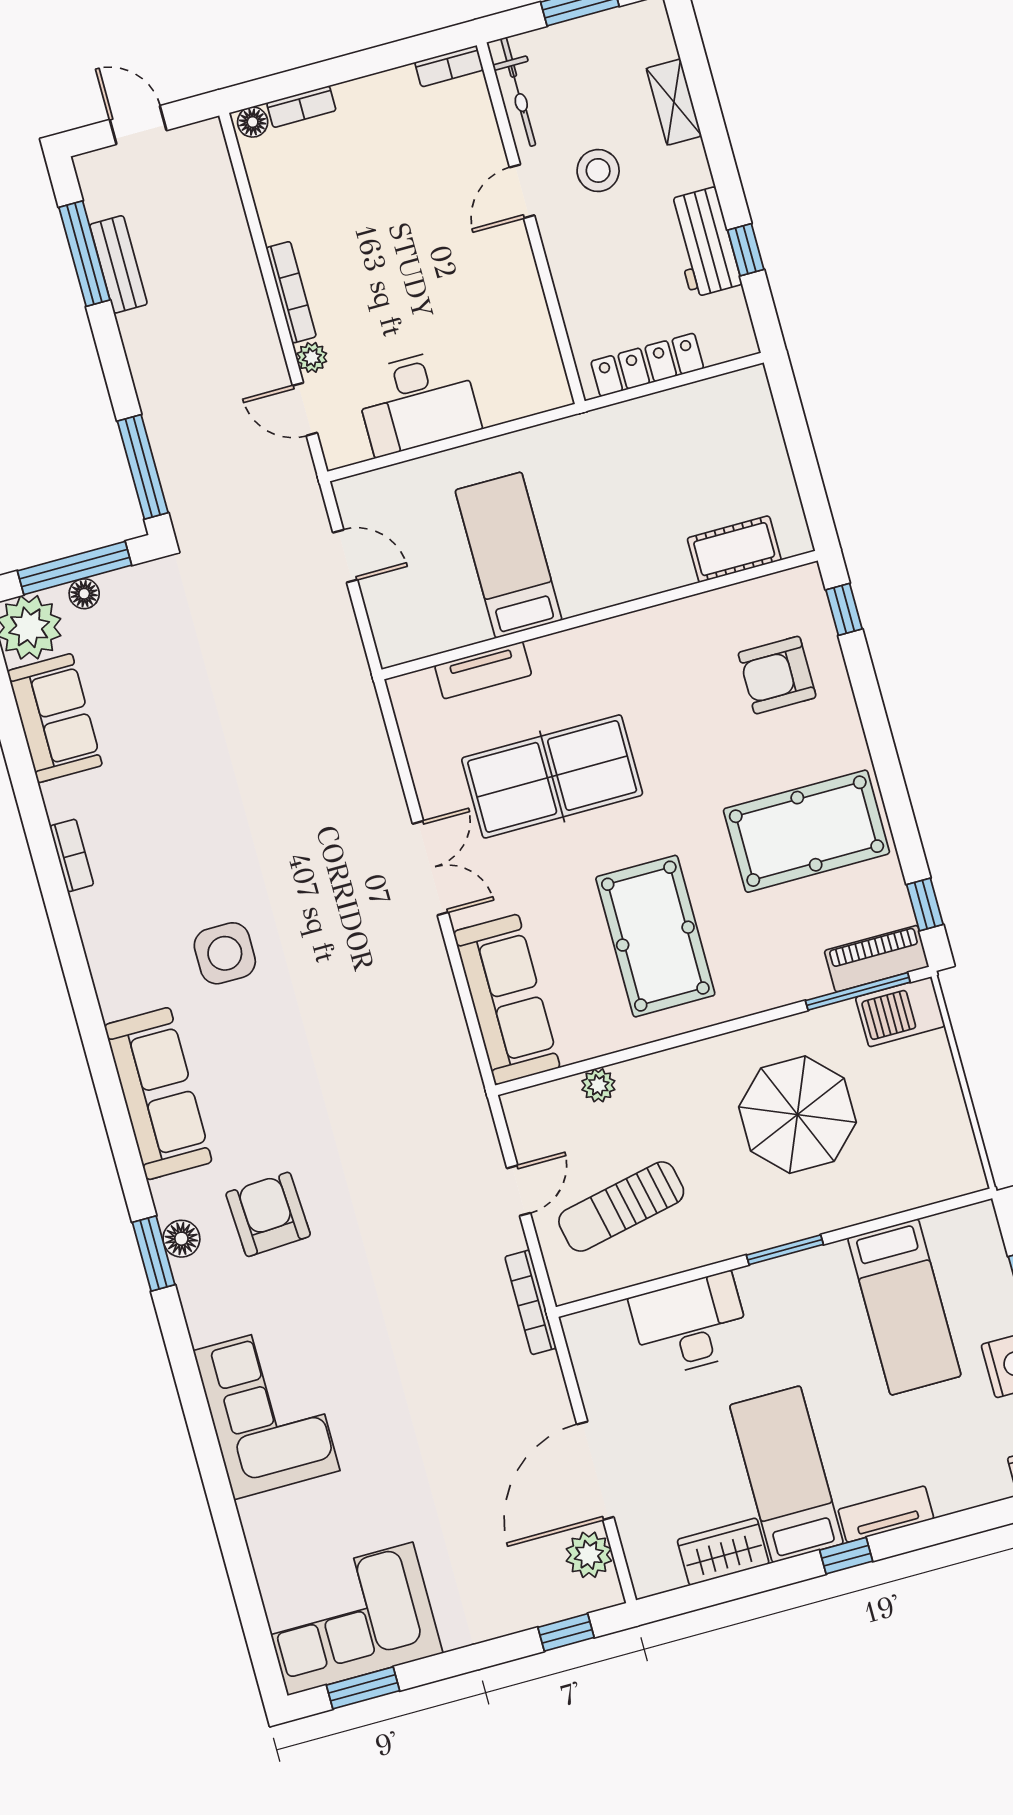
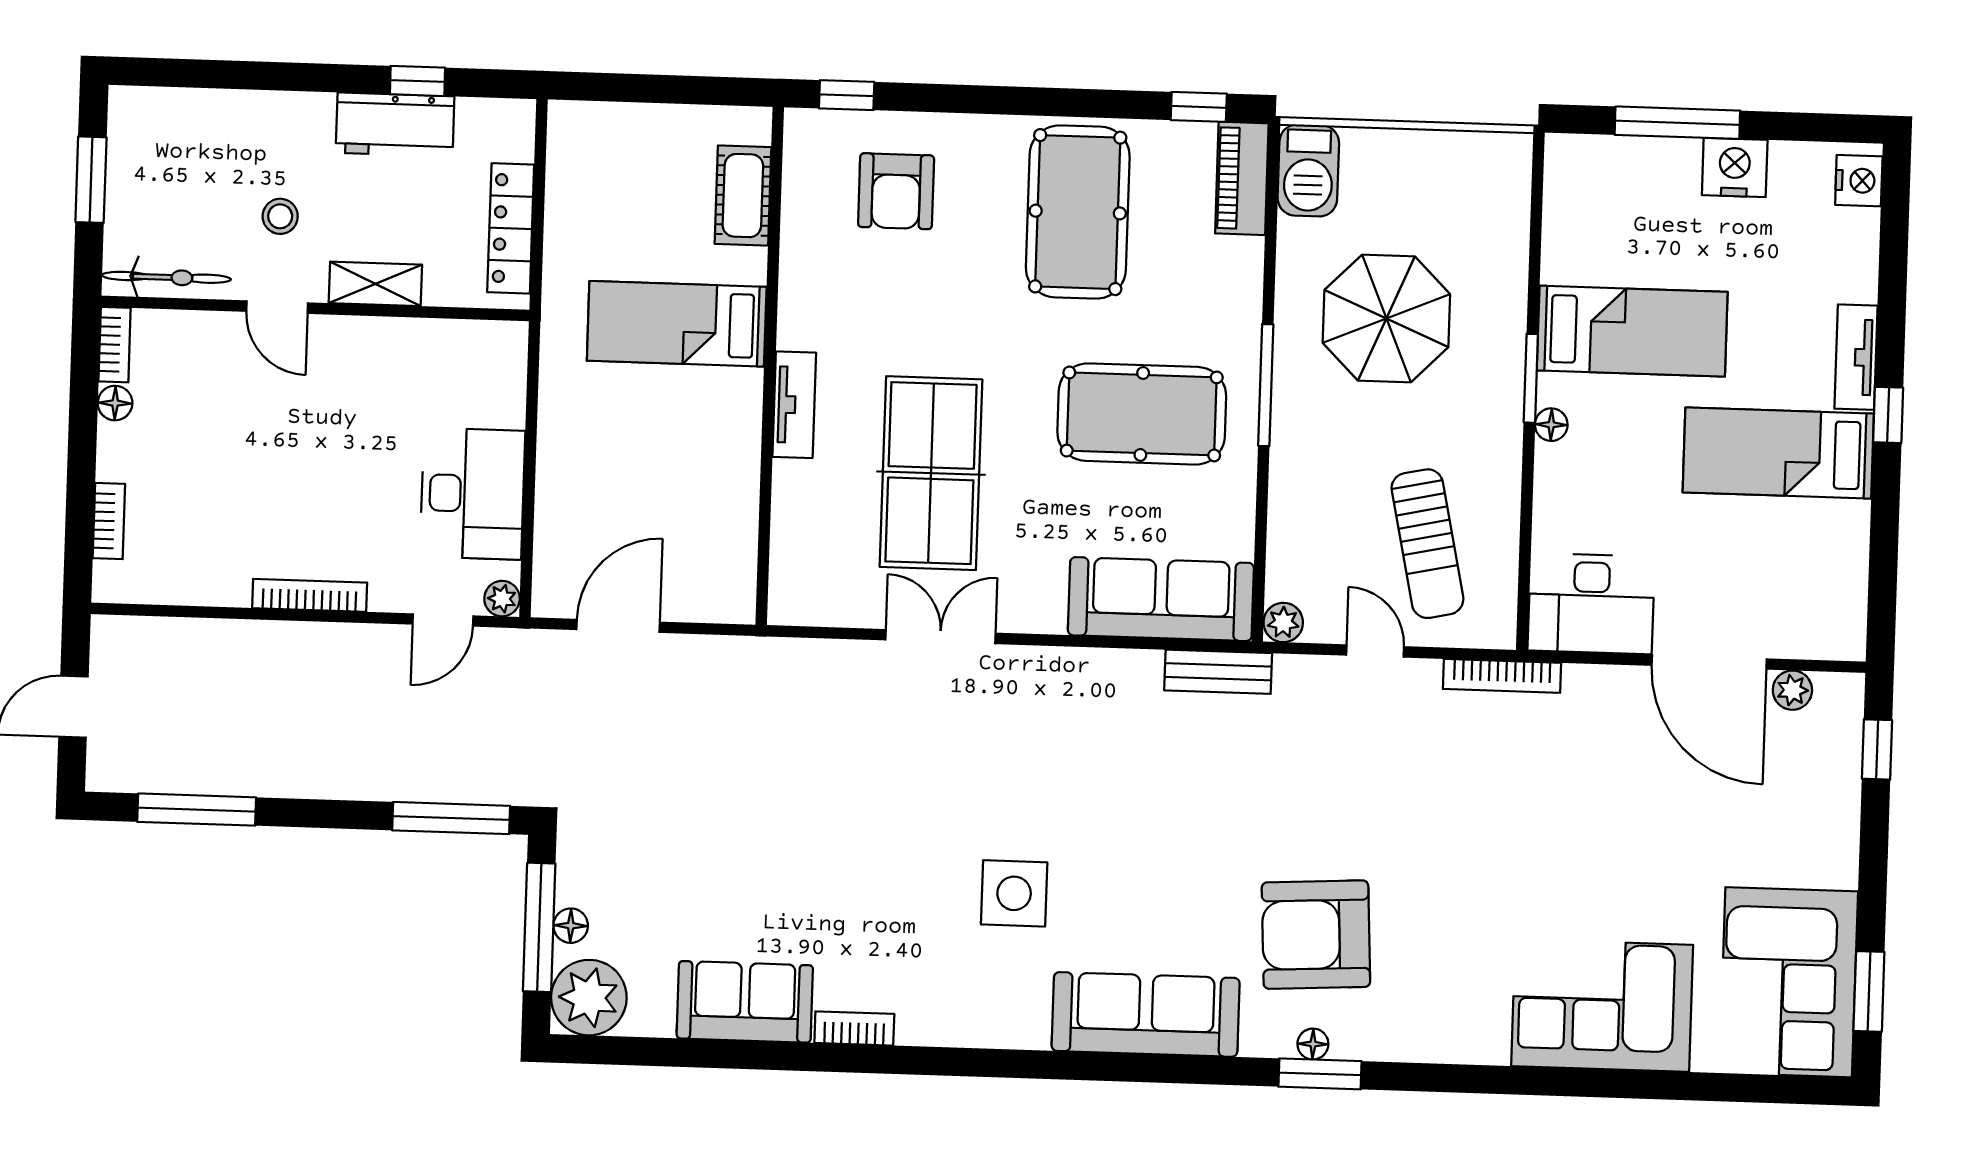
shelving: (674, 102) -> (375, 284), moved
floor lamp: (253, 122) -> (115, 403), moved
stool: (598, 170) -> (280, 216), width x0.73, depth x0.73
bench: (118, 264) -> (1218, 672), moved
plant: (312, 357) -> (502, 599), moved
bed: (509, 555) -> (677, 324), moved
door: (345, 556) -> (618, 626), width x1.38
tv unit: (483, 670) -> (794, 405), moved
sofa: (55, 718) -> (745, 1002), moved
double door: (430, 868) -> (940, 637), moved
window: (858, 991) -> (1266, 385), moved
plant: (598, 1085) -> (1283, 623), moved
armchair: (268, 1214) -> (1316, 935), width x1.36, depth x1.36
floor lamp: (181, 1239) -> (1313, 1044), width x0.73, depth x0.73
floor lamp: (752, 1279) -> (1551, 425), added
bed: (904, 1307) -> (1632, 331), moved
desk: (690, 1325) -> (1591, 604), moved, turned -90
corner sofa: (267, 1411) -> (1602, 1005), moved
wardrobe: (723, 1552) -> (1842, 549), removed
plant: (589, 1555) -> (1792, 690), width x0.73, depth x0.73

